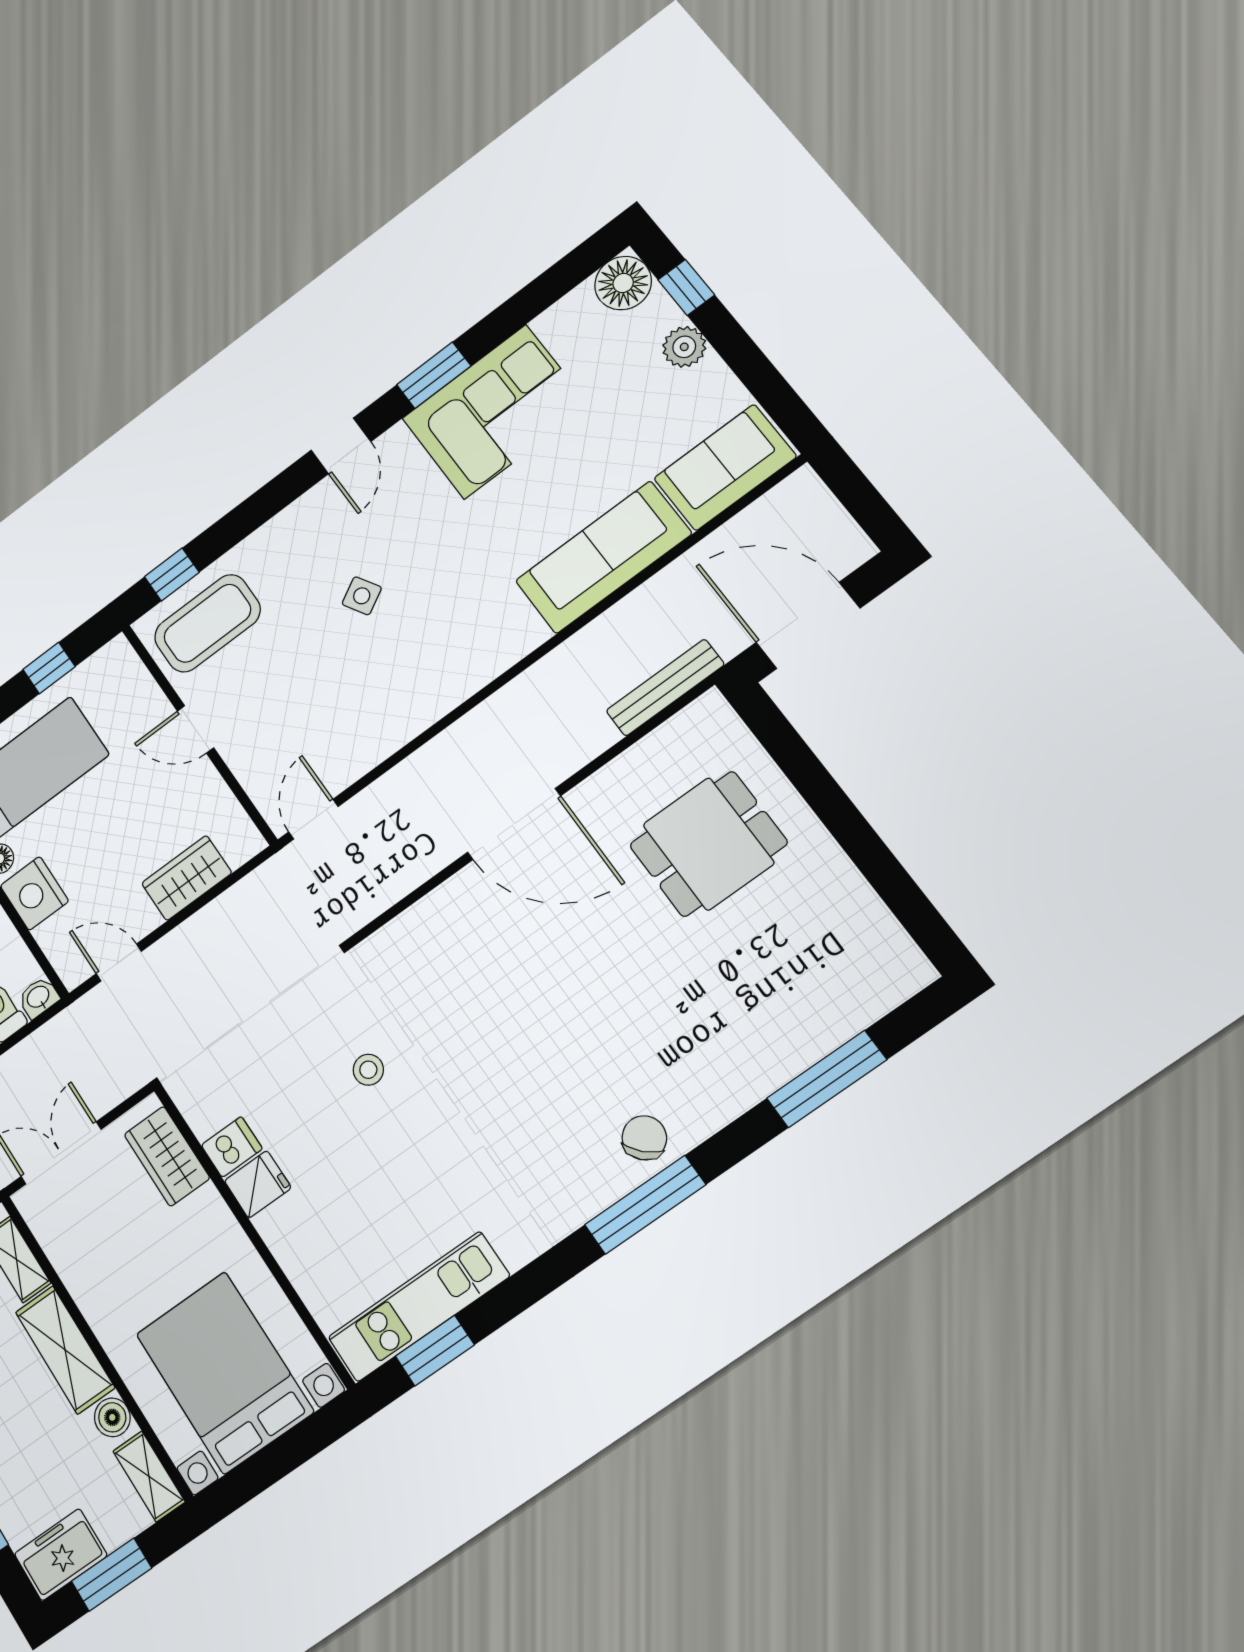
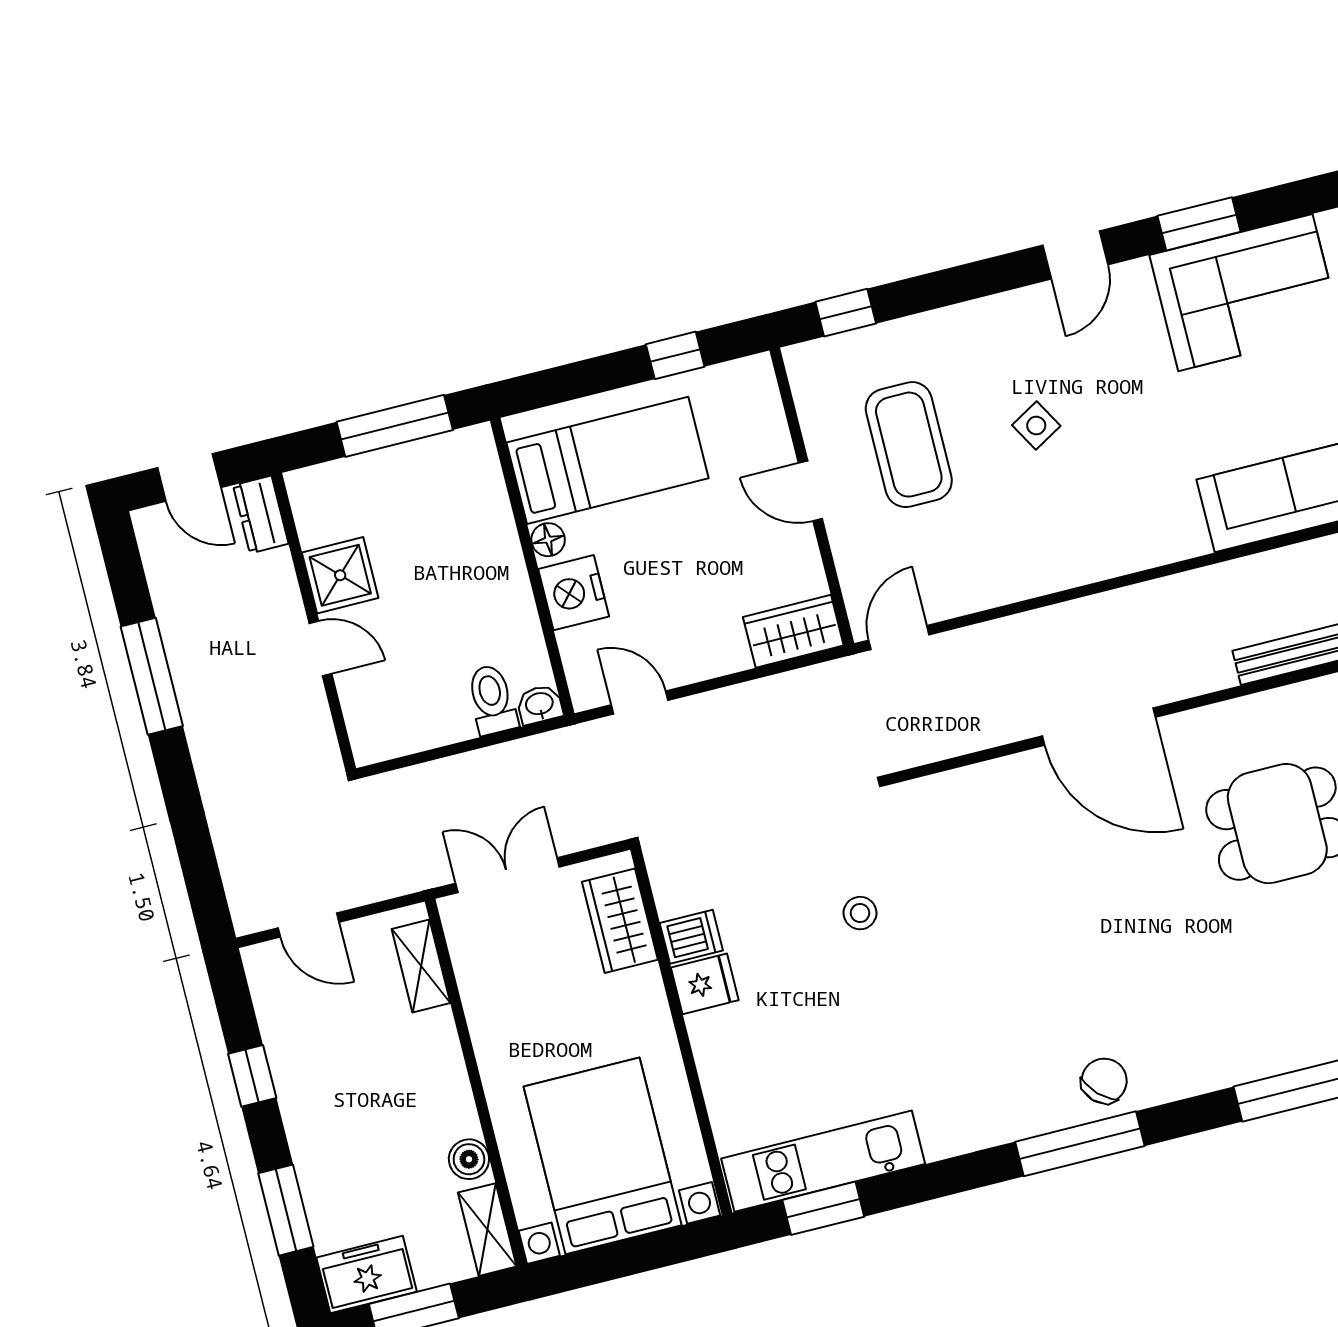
coffee table: (207, 623) -> (909, 445), moved, turned 90
wardrobe: (187, 878) -> (793, 631), moved
shelving: (65, 1350) -> (442, 1075), removed

